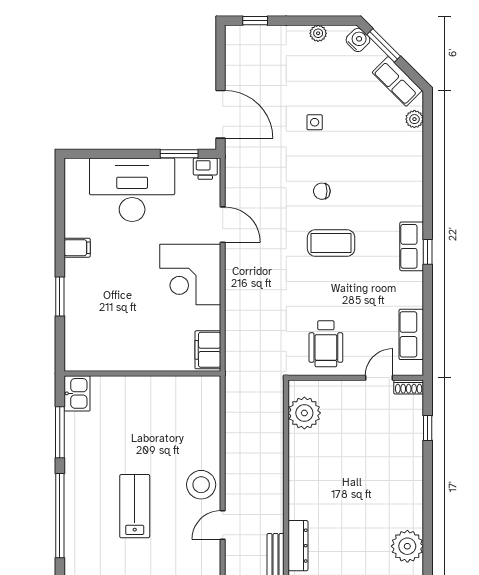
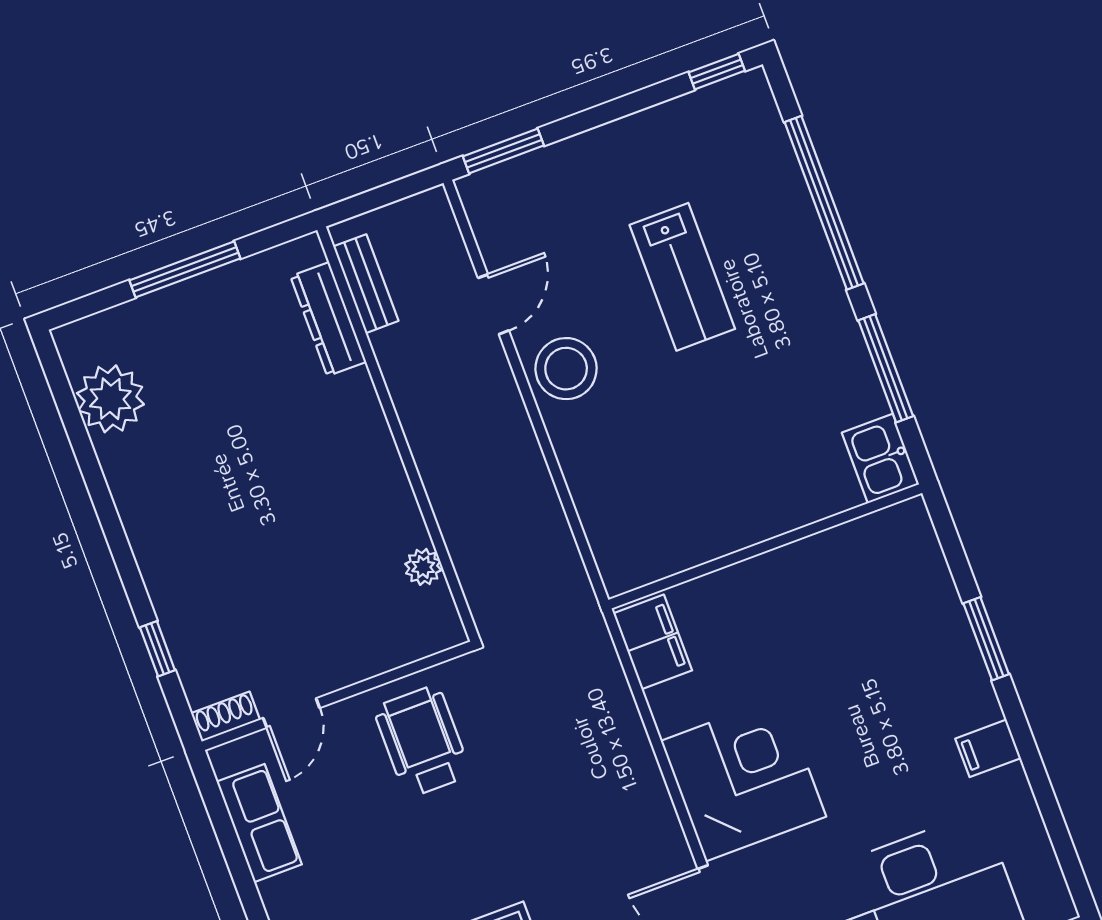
plant: (304, 413) -> (423, 567), width x0.53, depth x0.53

